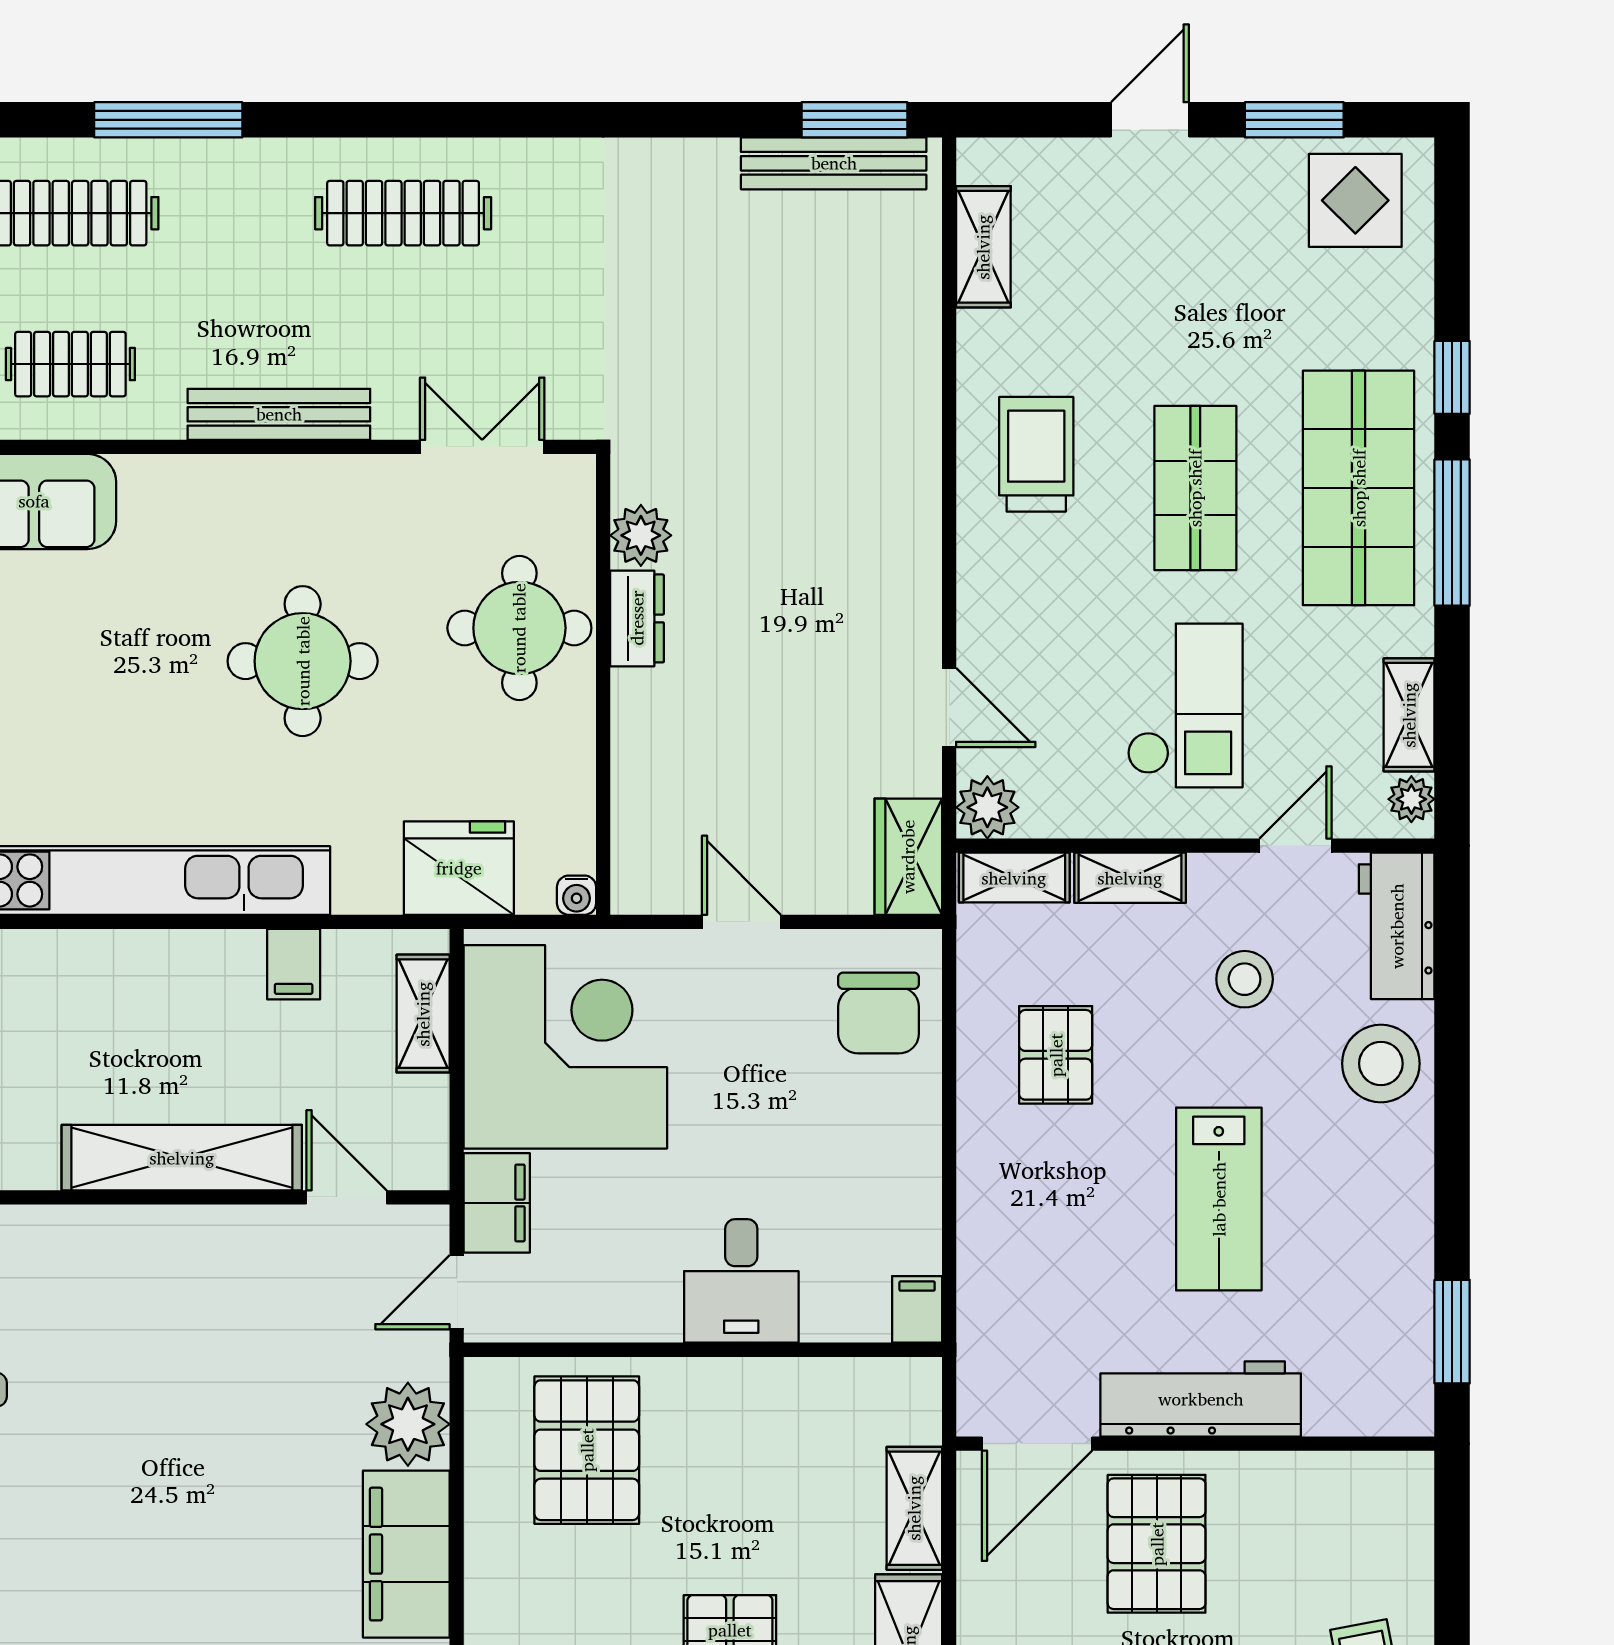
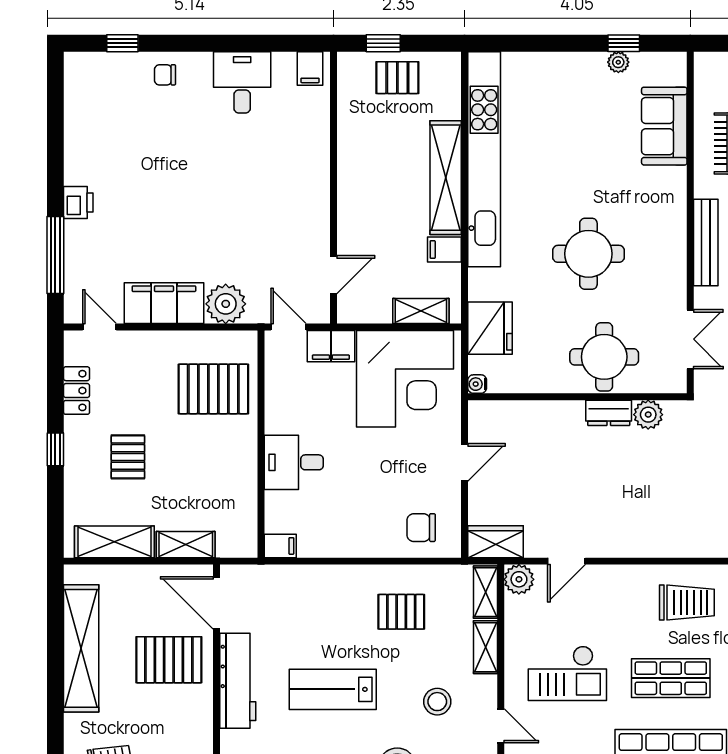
chair: (879, 1013) -> (421, 528), width x0.73, depth x0.73
shelving: (182, 1158) -> (446, 178), moved

